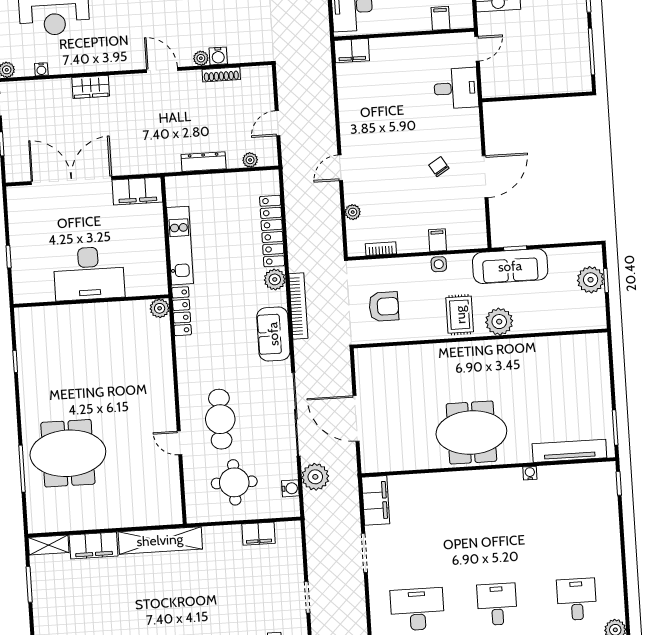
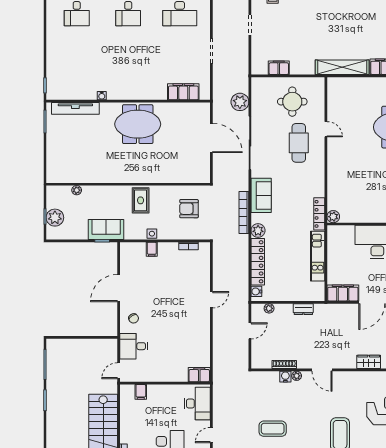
dresser: (204, 162) -> (303, 309), width x0.70
chair: (439, 167) -> (134, 318), moved
plant: (353, 212) -> (205, 271), removed
sofa: (510, 266) -> (106, 230), width x0.73
plant: (499, 322) -> (77, 190), moved, width x0.53, depth x0.53
water cooler: (290, 488) -> (256, 291), moved
filing cabinet: (376, 500) -> (183, 92), moved, turned 90

